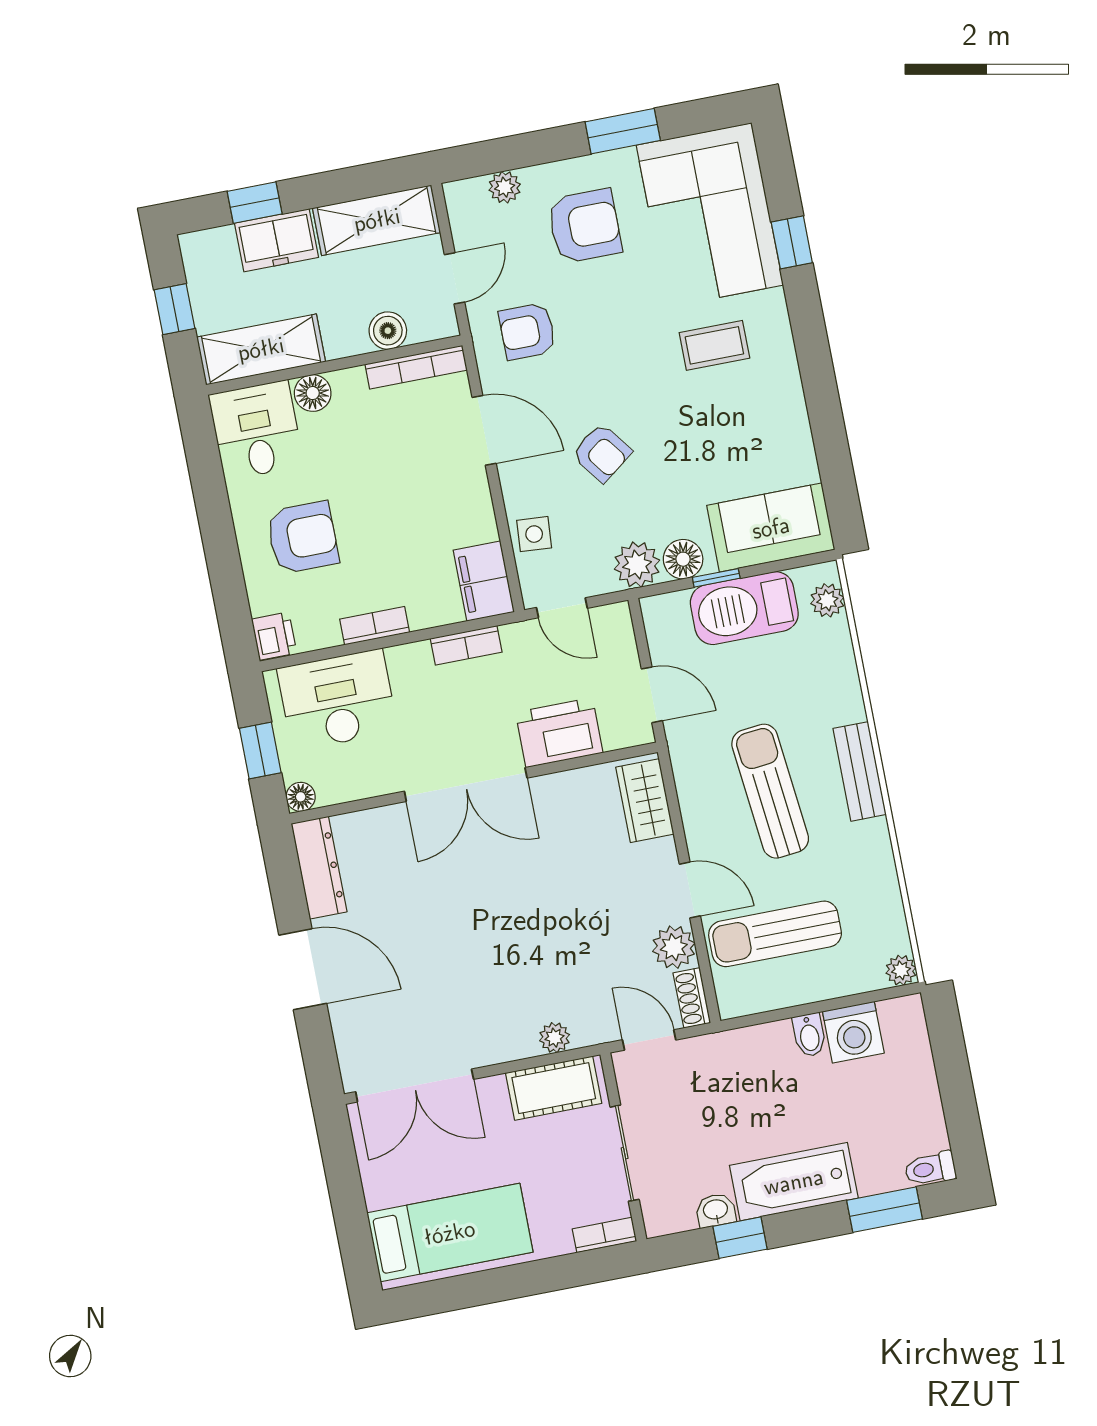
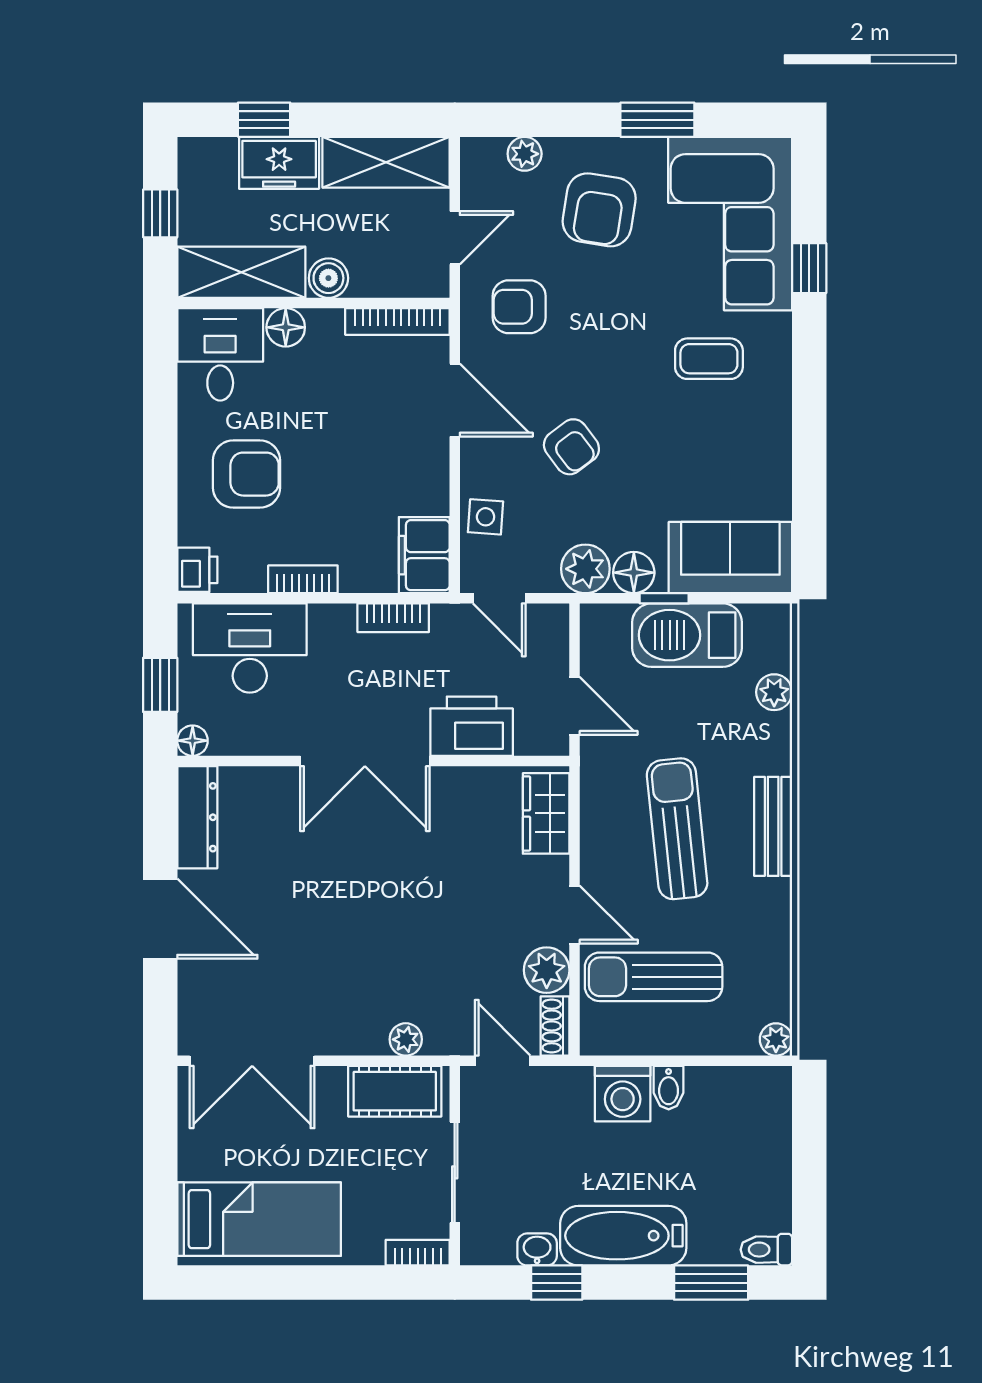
armchair: (585, 226) -> (599, 210), turned 99
boiler: (388, 331) -> (328, 278), moved
plant: (827, 600) -> (774, 692), moved
washing machine: (853, 1032) -> (623, 1094), moved

